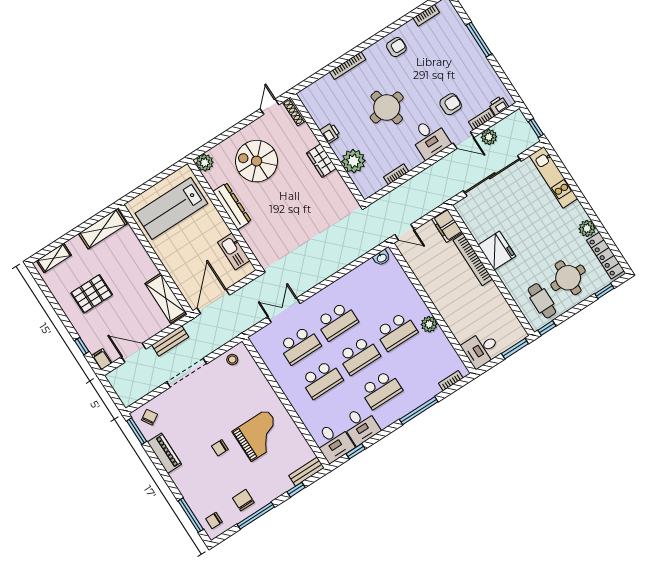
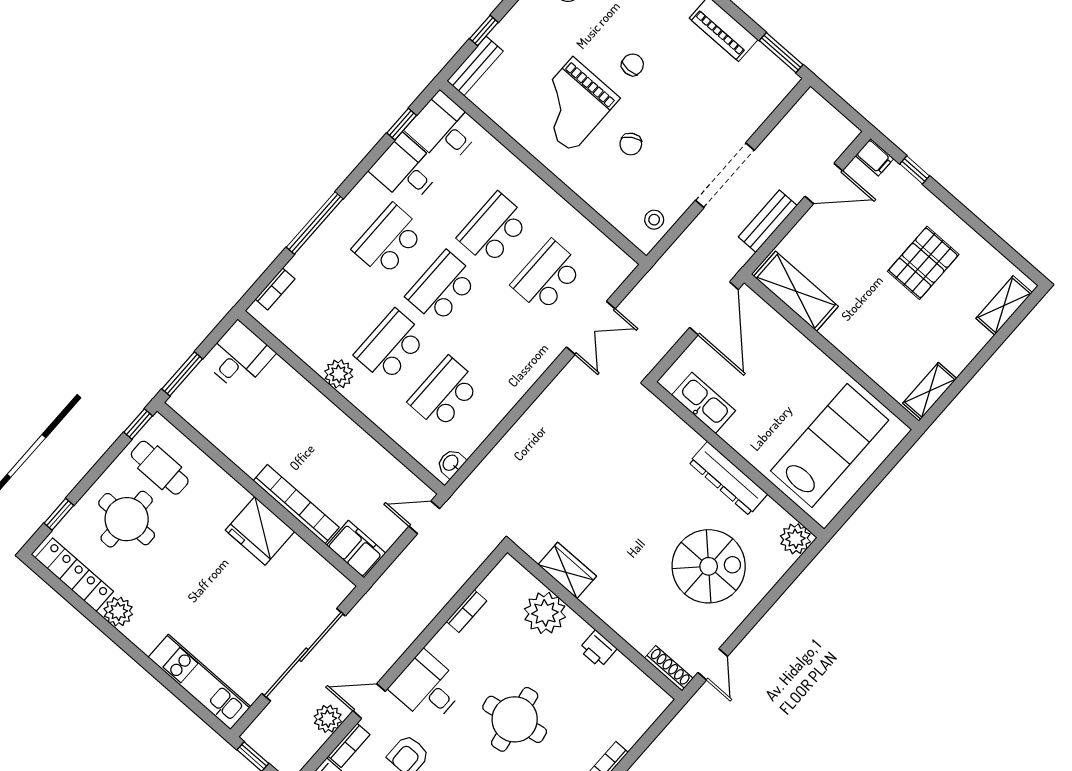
wardrobe: (321, 161) -> (567, 570), moved
shelving: (103, 229) -> (930, 391), width x0.67, depth x0.75
school desk: (337, 321) -> (444, 393), moved
chair: (150, 417) -> (631, 144), moved

